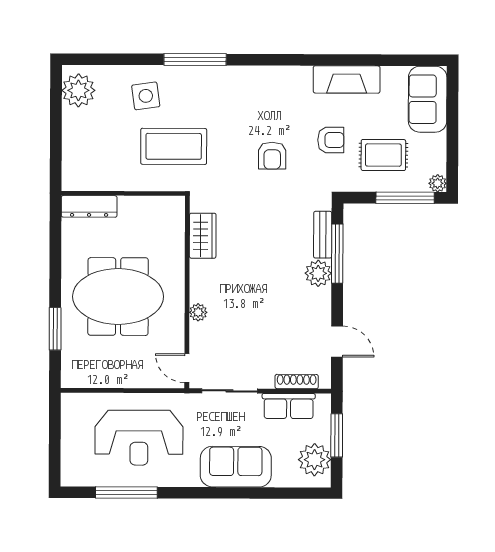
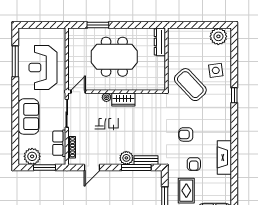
window: (195, 60) -> (234, 95), width x0.46
fireplace: (347, 79) -> (224, 157), moved
coffee table: (174, 146) -> (190, 85), turned -43
wardrobe: (203, 236) -> (123, 99), moved
meeting table: (118, 297) -> (114, 57), turned 90

